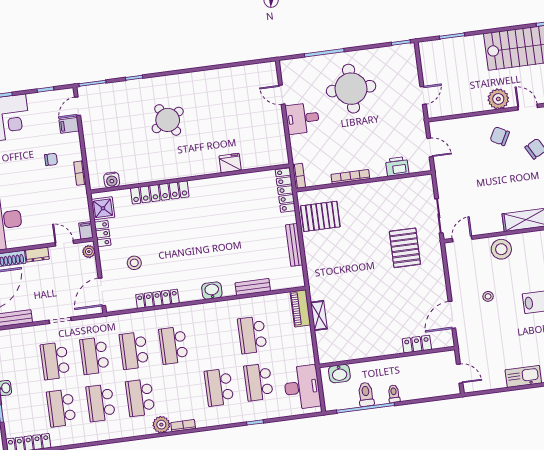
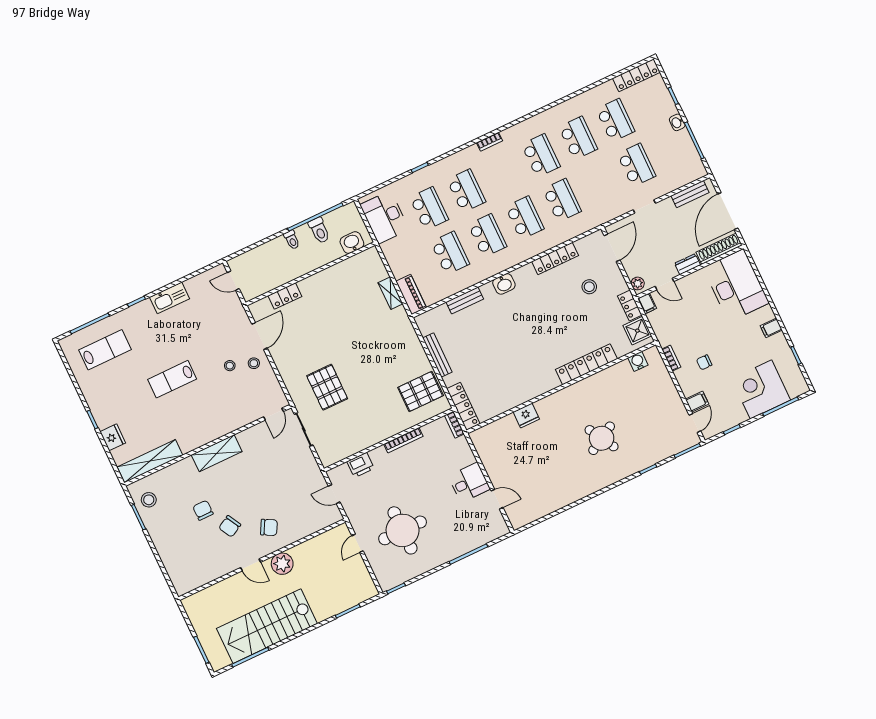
round table: (351, 89) -> (403, 530), moved
stool: (501, 249) -> (254, 363), moved, width x0.53, depth x0.53
school desk: (94, 356) -> (487, 235), moved
plant: (161, 425) -> (511, 136), removed

